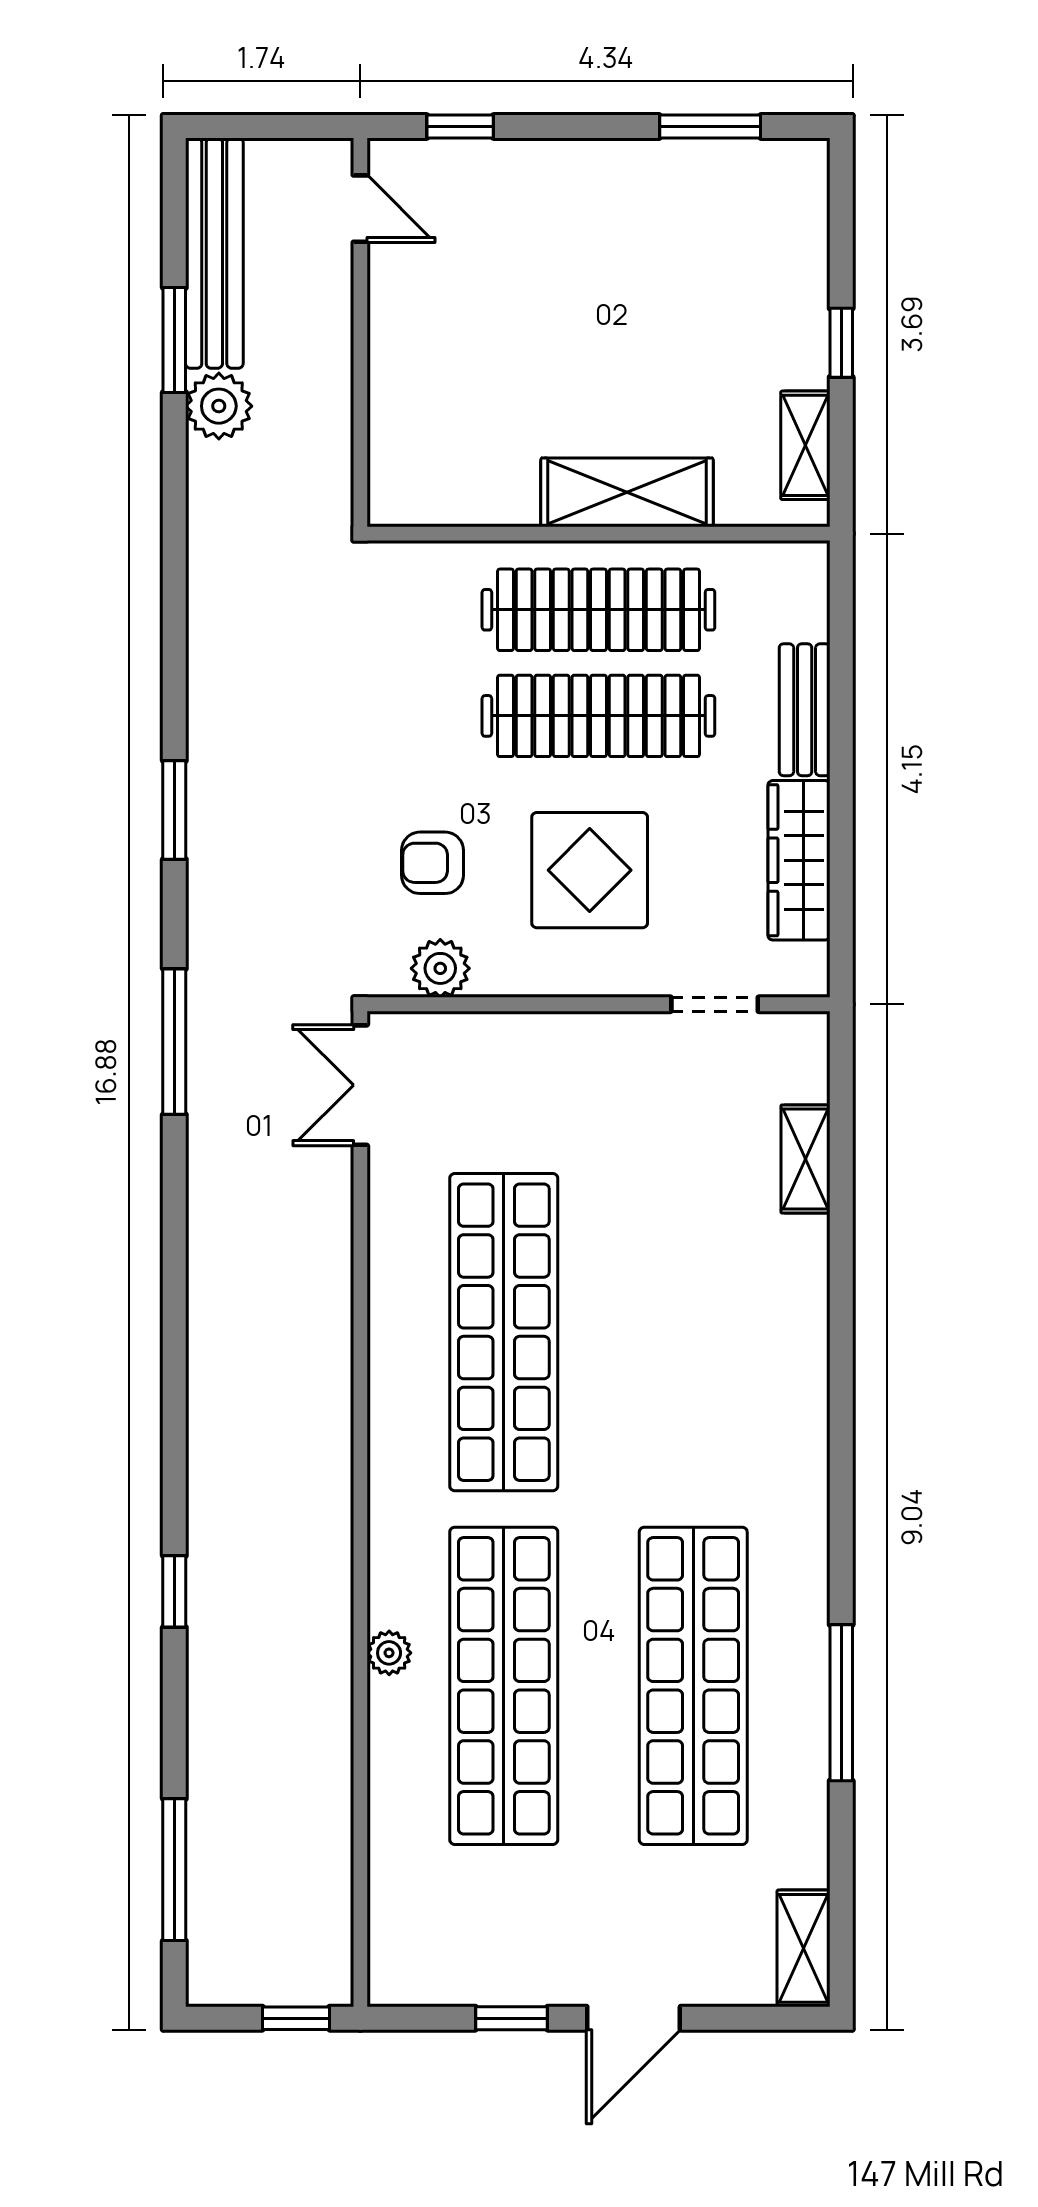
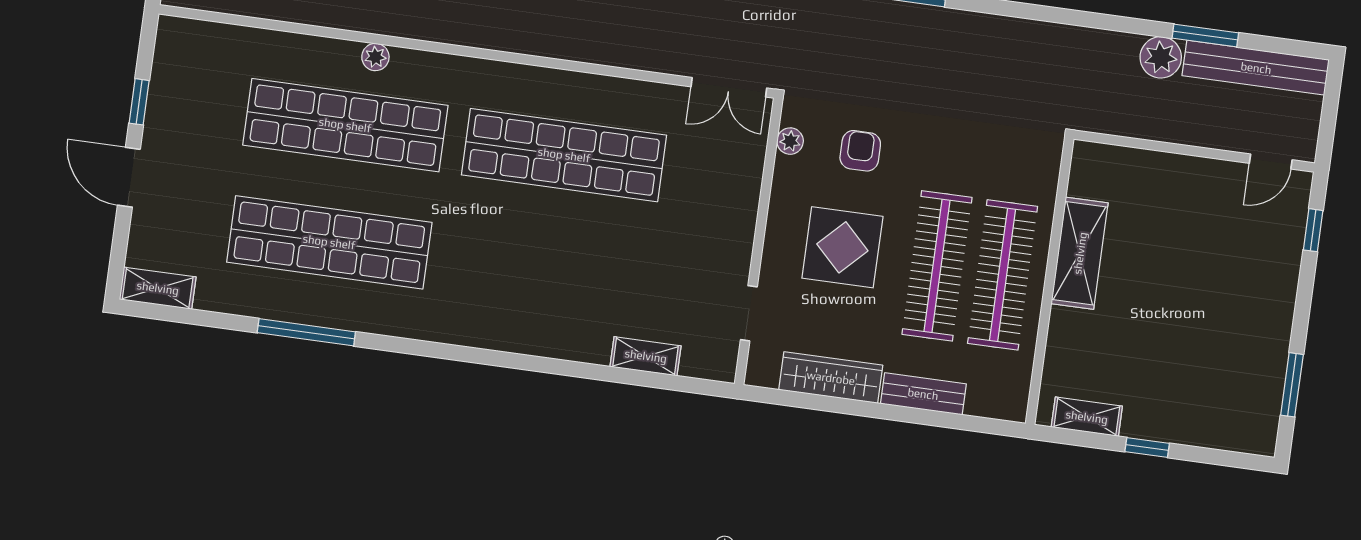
shelving: (627, 492) -> (1080, 253), moved
plant: (440, 968) -> (790, 141), width x0.73, depth x0.73
double door: (360, 1085) -> (729, 87), swing flipped

